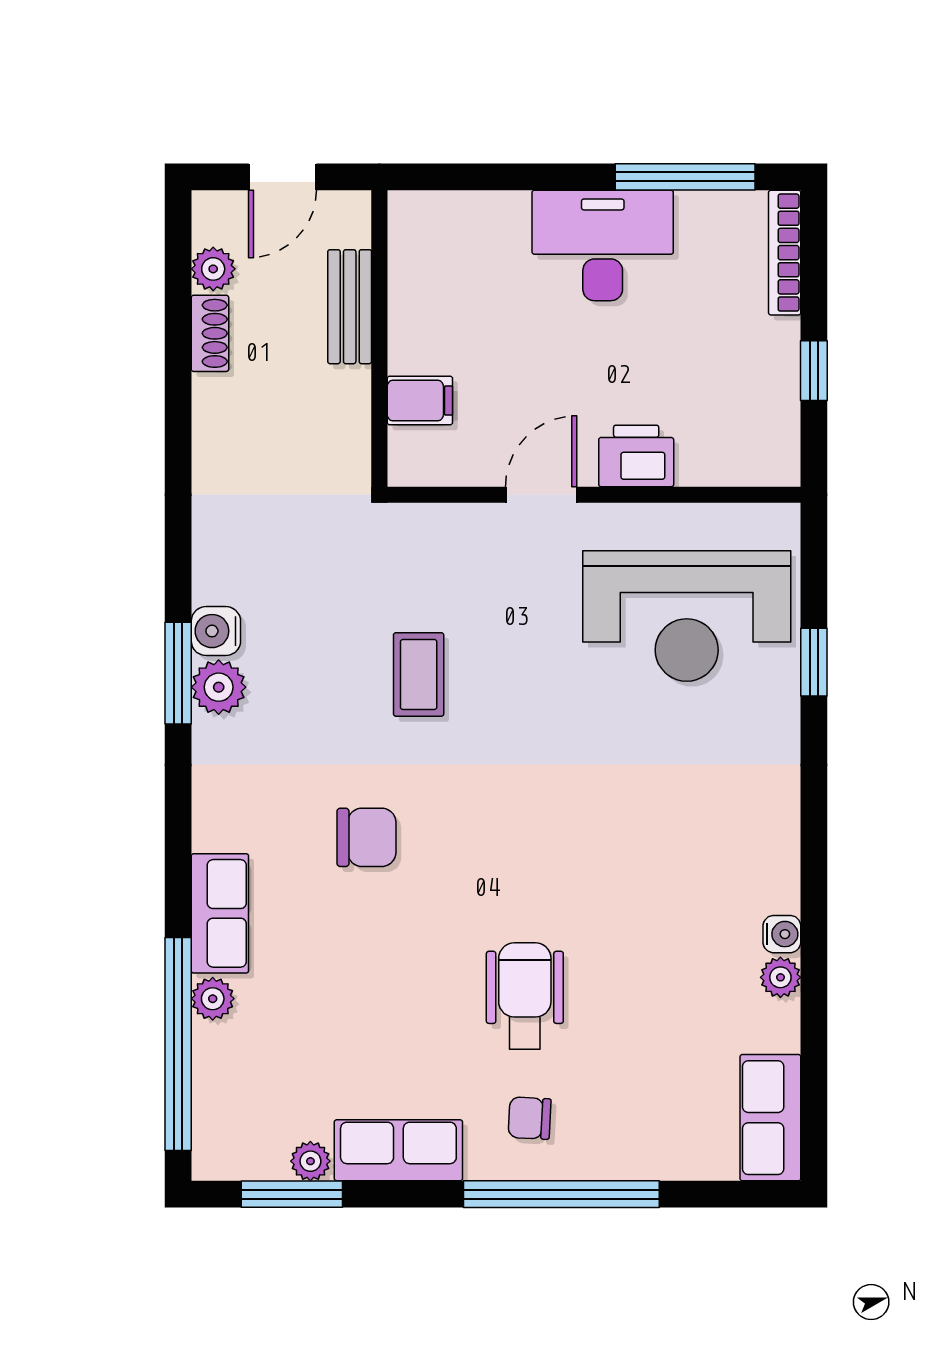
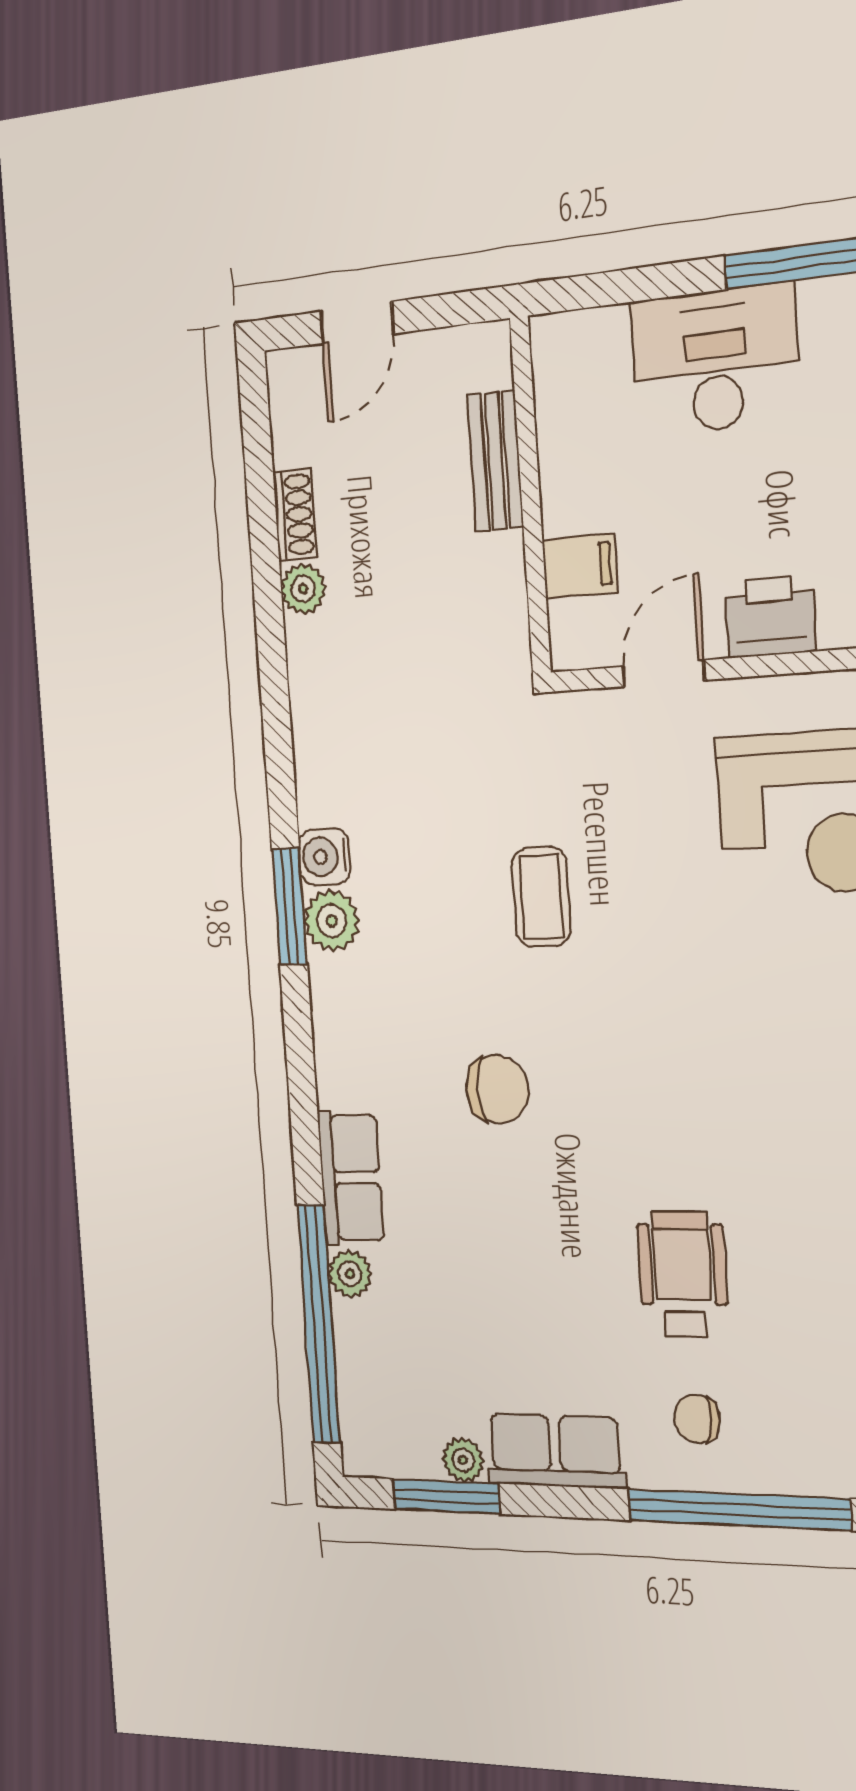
plant: (213, 269) -> (303, 589), moved
bench: (350, 307) -> (495, 461), moved
wall: (379, 338) -> (530, 496), moved
filing cabinet: (420, 400) -> (580, 566), moved

